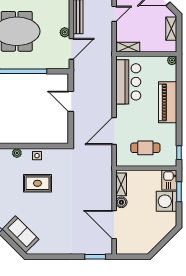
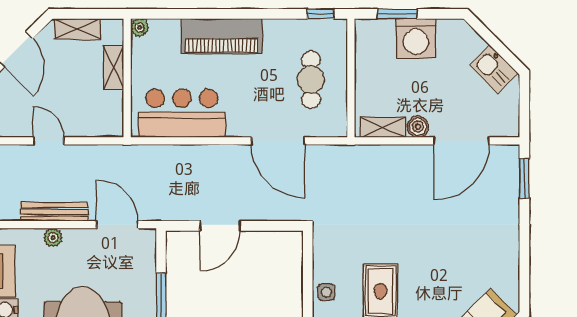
plant: (65, 32) -> (53, 238), moved
shelving: (128, 47) -> (114, 68), moved
kitchen sink: (169, 180) -> (494, 69), moved, turned 45

